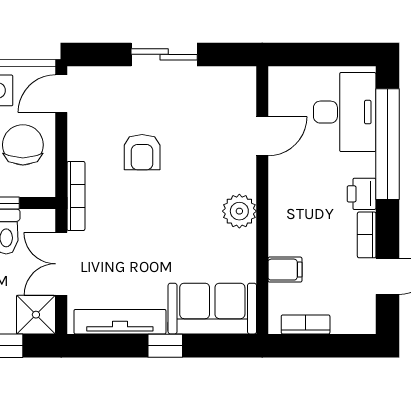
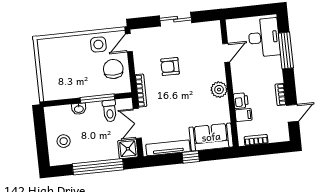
window: (388, 144) -> (286, 51), width x0.68
armchair: (142, 152) -> (170, 67), turned 90
printer: (362, 194) -> (241, 101), moved, turned 180

